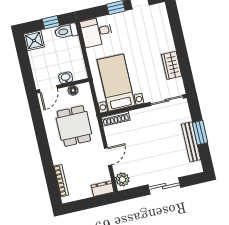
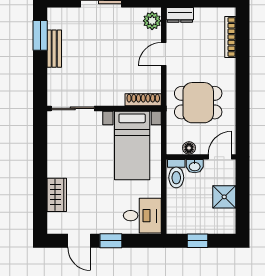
toilet: (66, 31) -> (176, 174), moved, turned 90
shower: (34, 41) -> (224, 197), moved
wardrobe: (172, 65) -> (57, 195), moved
dining table: (74, 126) -> (198, 103), turned 90
window: (200, 133) -> (40, 35), moved
bench: (191, 142) -> (54, 49), width x0.73

